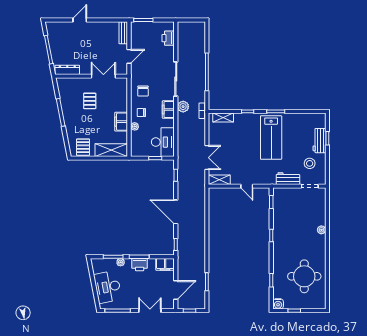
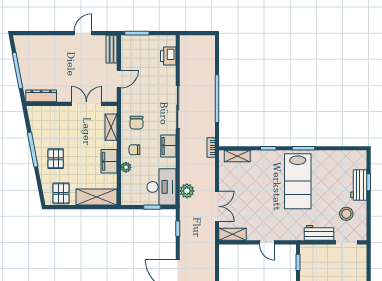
door: (80, 20) -> (83, 33), moved
shelving: (123, 95) -> (111, 127), added
pallet: (90, 101) -> (56, 159), moved
plant: (183, 107) -> (187, 191), moved

